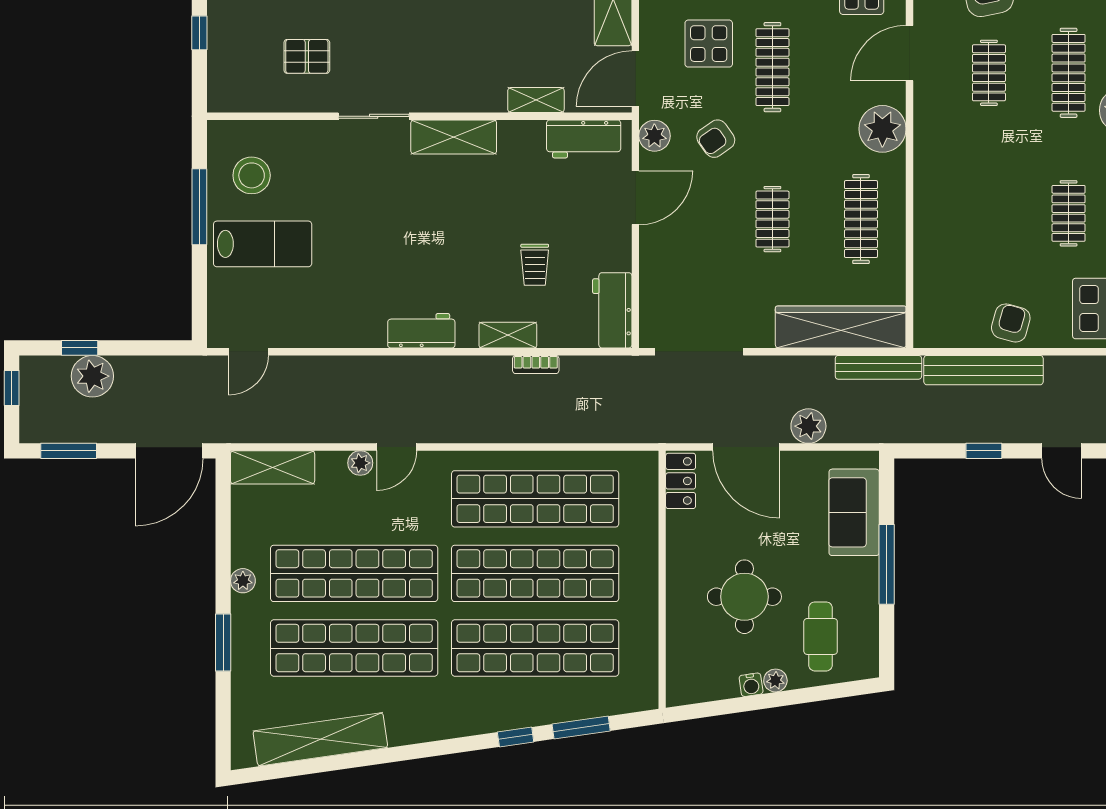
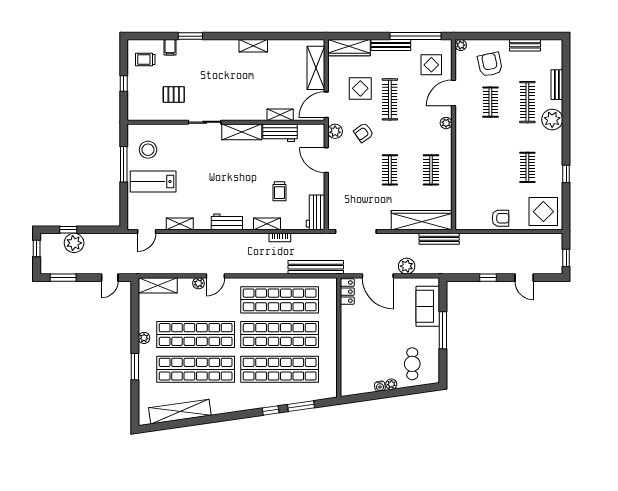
plant: (882, 129) -> (446, 123), width x0.53, depth x0.53
workbench: (584, 139) -> (280, 133), moved
door: (635, 198) -> (326, 160), swing flipped
clothes rail: (861, 219) -> (431, 170), width x0.73
lab bench: (263, 244) -> (153, 181), turned 180
armchair: (1011, 323) -> (501, 218), turned 75
shelving: (320, 335) -> (180, 224), added
bench: (983, 370) -> (316, 267), moved
door: (169, 451) -> (110, 278), width x0.53
round table: (744, 597) -> (377, 345), removed

